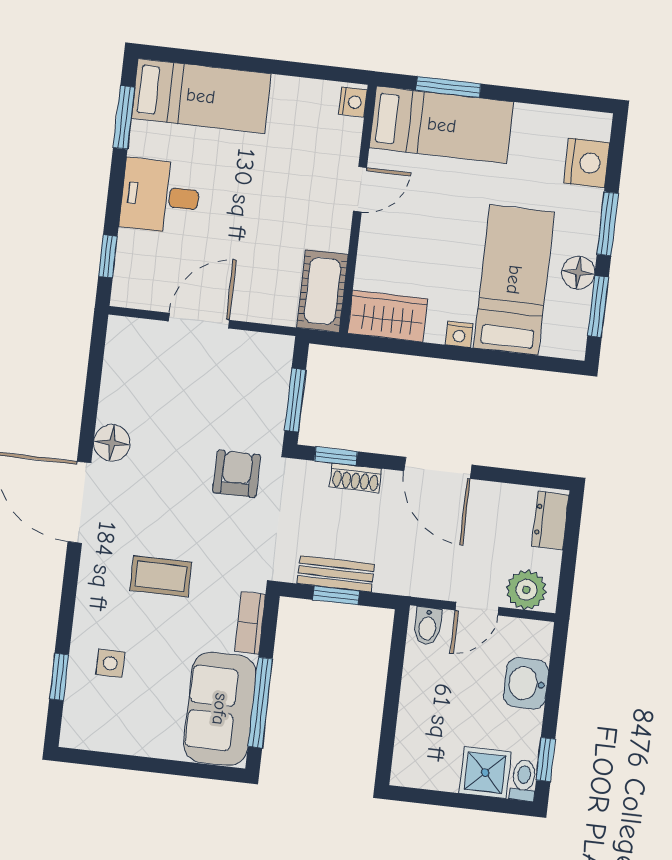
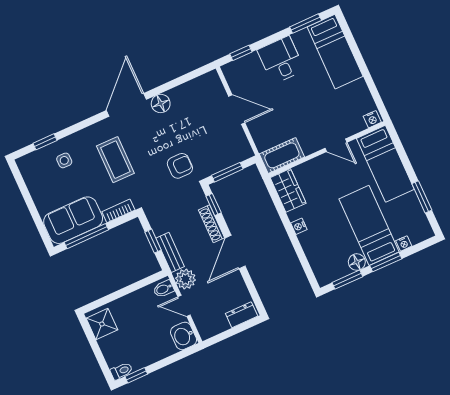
window: (448, 87) -> (422, 197), moved
nightstand: (587, 163) -> (404, 243), width x0.53, depth x0.56
bed: (514, 280) -> (369, 225), moved, turned -90
shoe rack: (356, 478) -> (211, 224), width x1.43
bench: (336, 574) -> (170, 252), moved
coffee table: (161, 576) -> (115, 160), width x1.36, depth x1.30
plant: (526, 590) -> (185, 279), moved
washbasin: (526, 683) -> (184, 336), moved, turned -90
shower: (485, 773) -> (102, 324), moved

